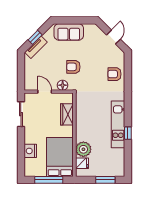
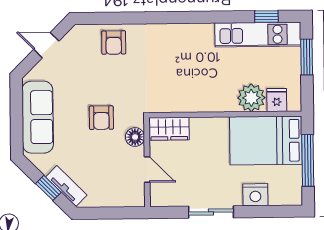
sofa: (69, 32) -> (38, 117), width x1.36
door: (45, 92) -> (147, 170), swing flipped
sliding door: (21, 114) -> (211, 212), moved
wardrobe: (67, 114) -> (169, 129), moved
kitchen unit: (118, 124) -> (258, 34), moved
window: (128, 133) -> (266, 17), moved

